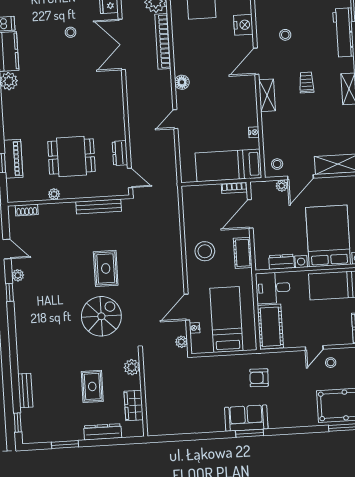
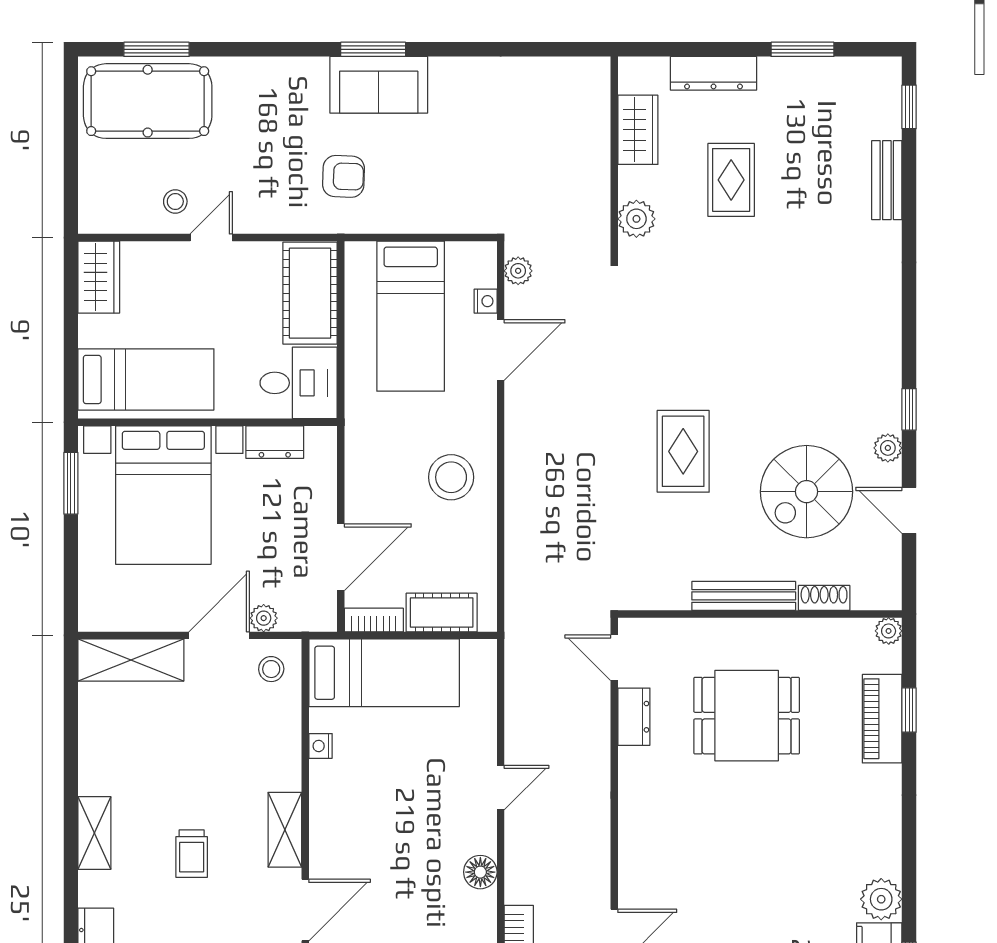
plant: (54, 194) -> (889, 631), moved
bench: (99, 206) -> (744, 596), moved
shoe rack: (27, 210) -> (824, 598), moved
cot: (243, 253) -> (442, 612), moved, turned 90
spiral stairs: (101, 316) -> (807, 492), moved

